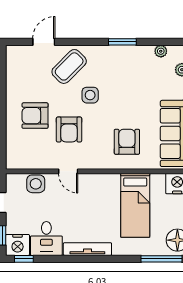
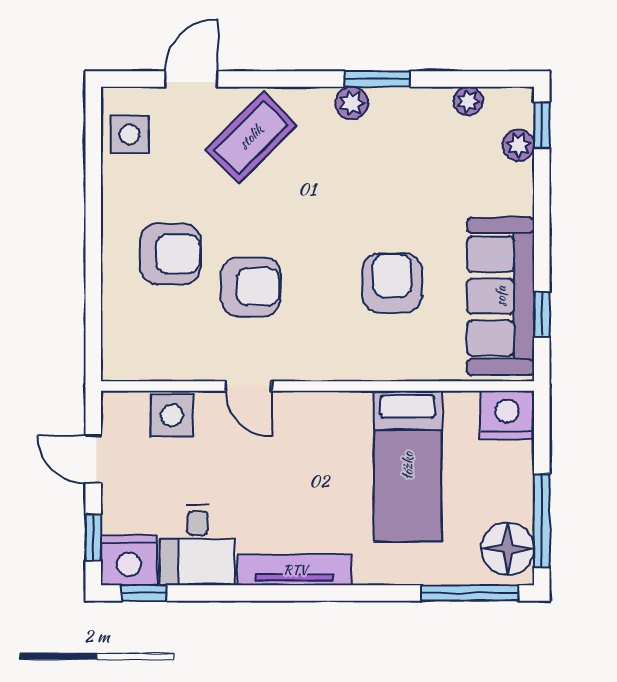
plant: (112, 52) -> (352, 103), added
side table: (90, 95) -> (130, 134), moved
armchair: (35, 116) -> (170, 254), turned 180
armchair: (69, 129) -> (251, 287), turned -90
armchair: (127, 142) -> (392, 283), moved

